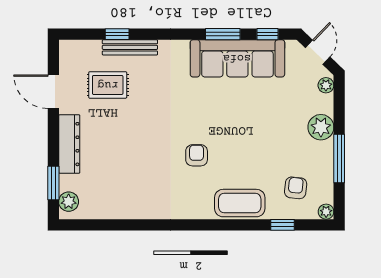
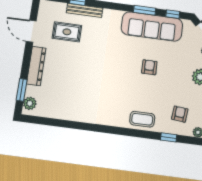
armchair: (197, 155) -> (149, 67), moved
coffee table: (240, 203) -> (142, 119), width x0.73, depth x0.76

